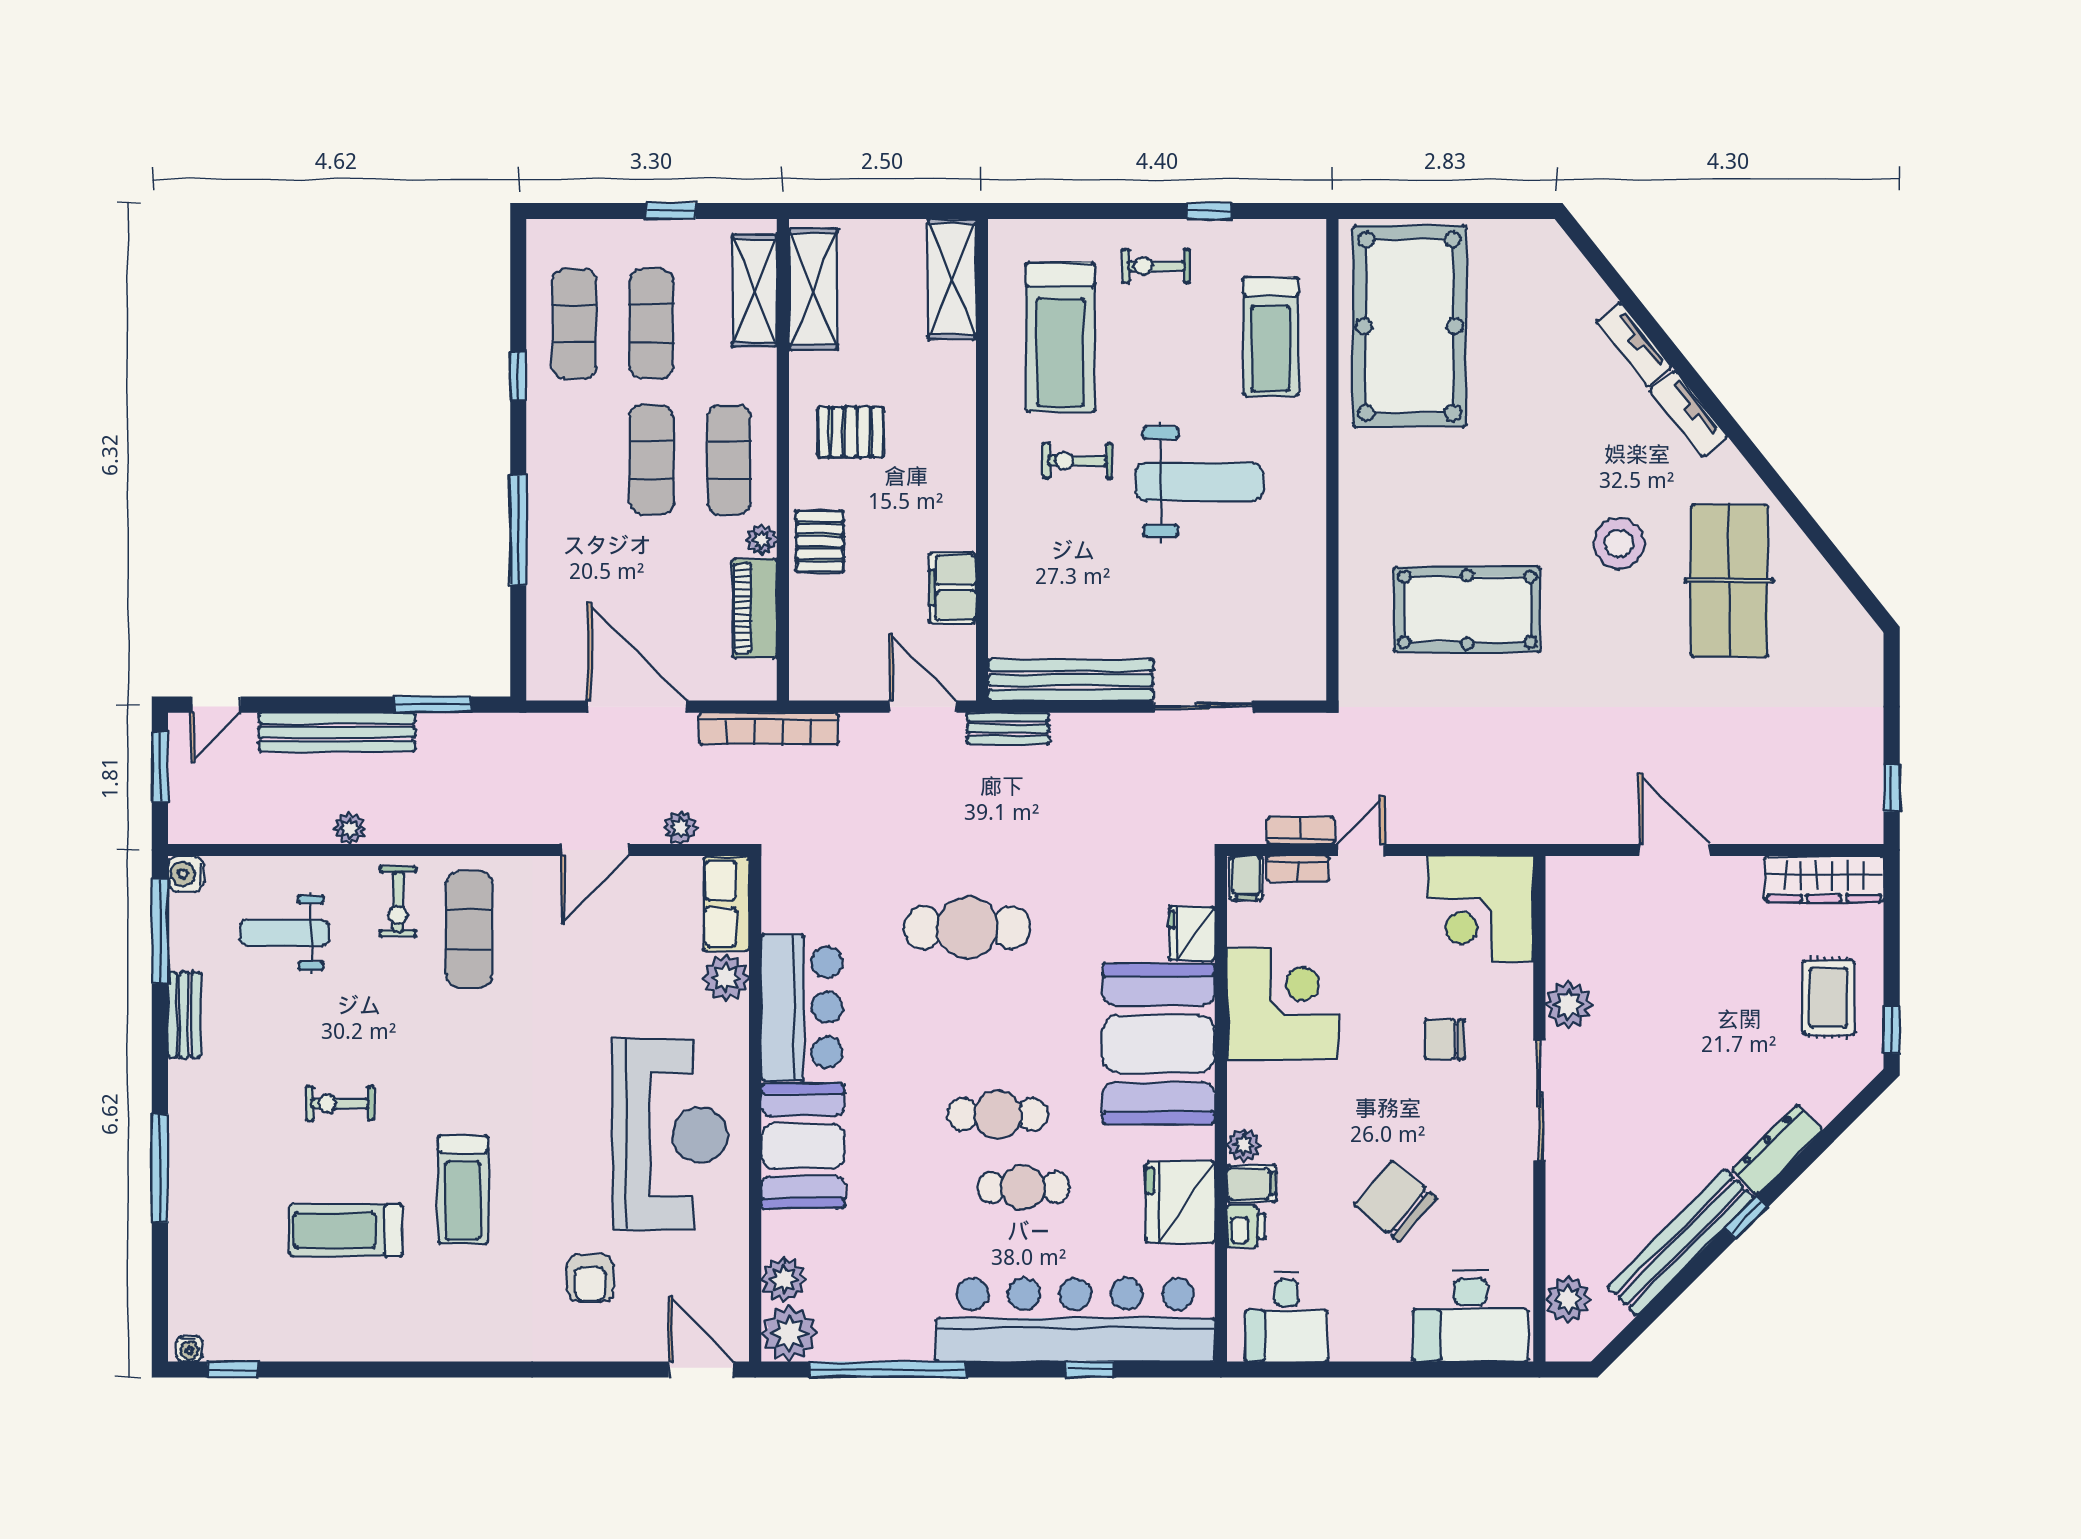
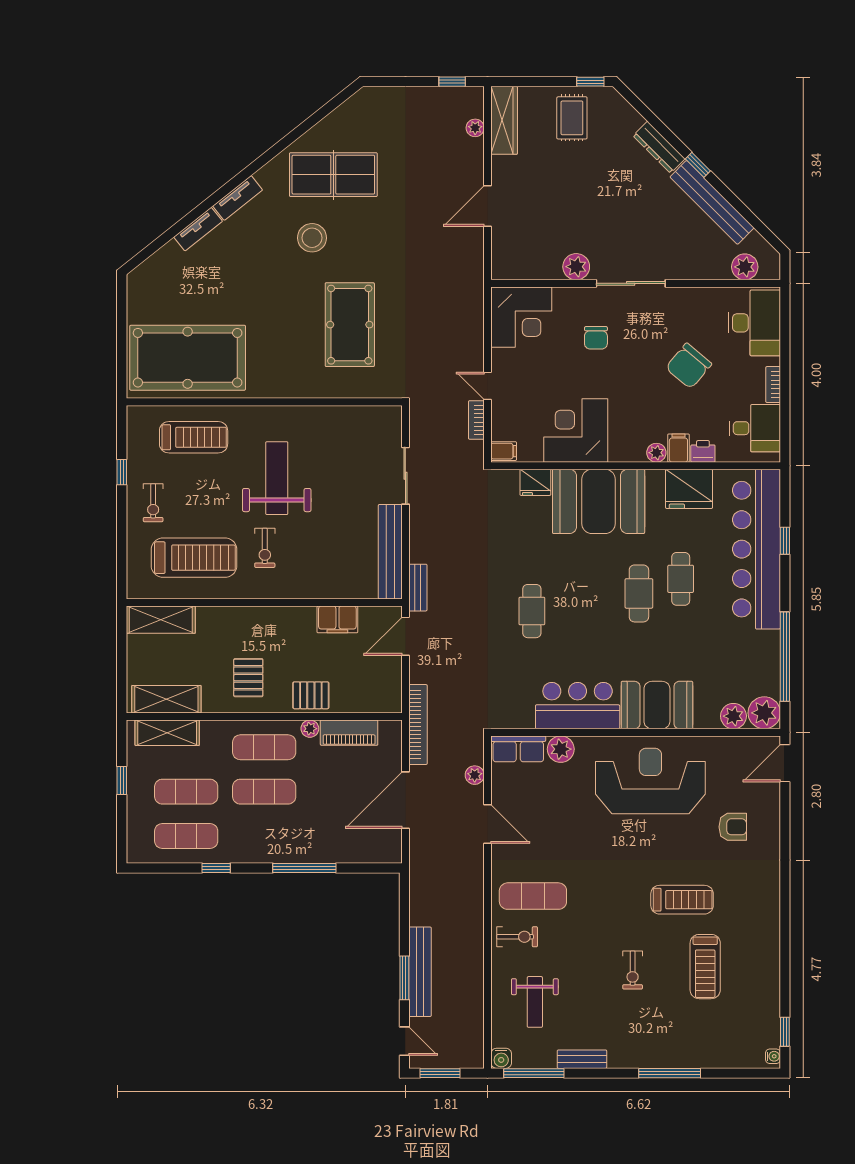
window: (433, 705) -> (404, 978), moved
plant: (350, 828) -> (475, 128), moved
bookcase: (1298, 869) -> (773, 385), moved, turned 180
cafe table: (967, 927) -> (532, 611), width x0.73, depth x0.74
rug: (1828, 997) -> (572, 118), turned 90

